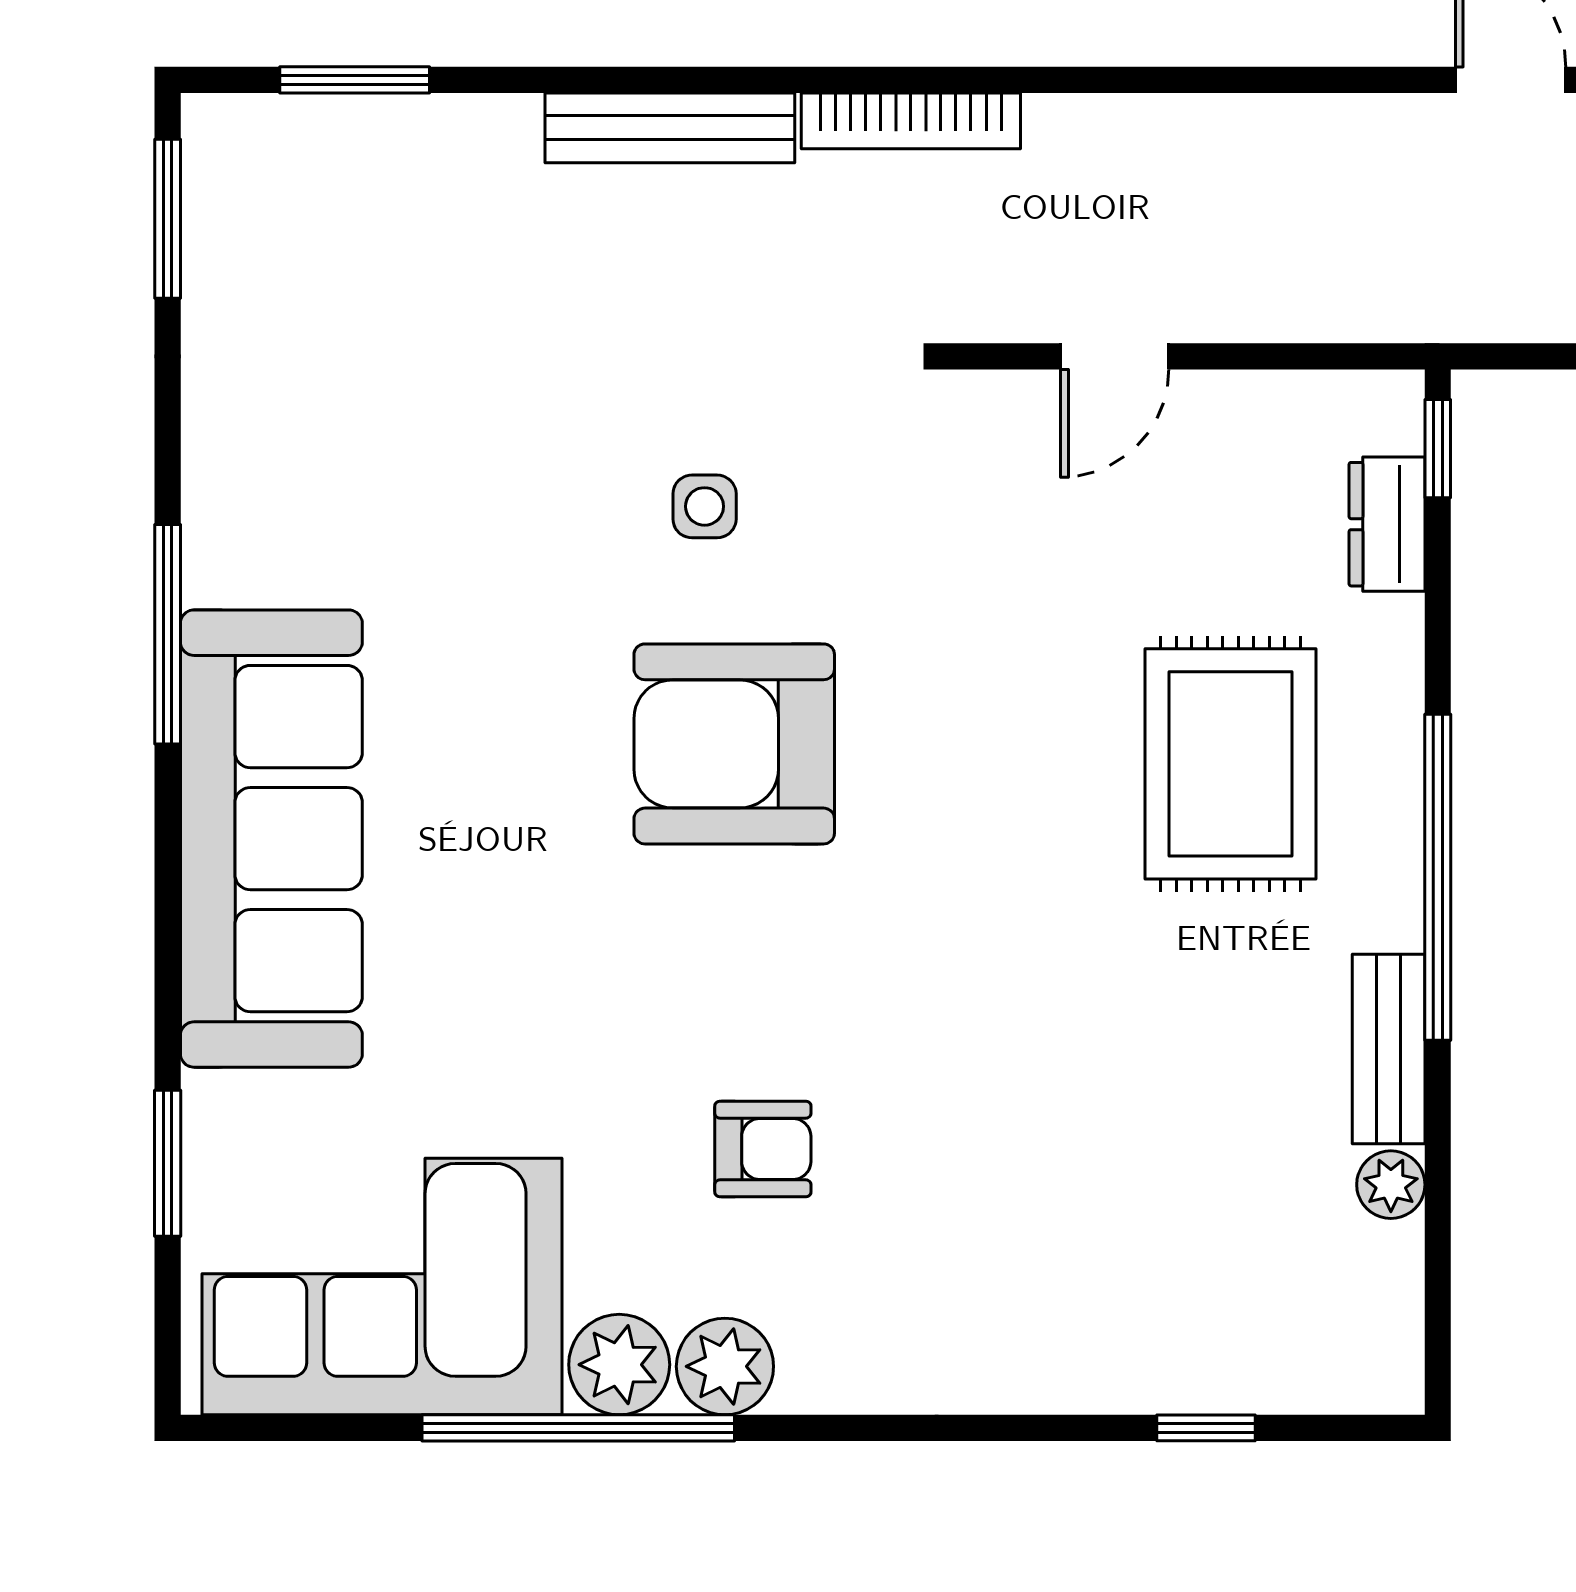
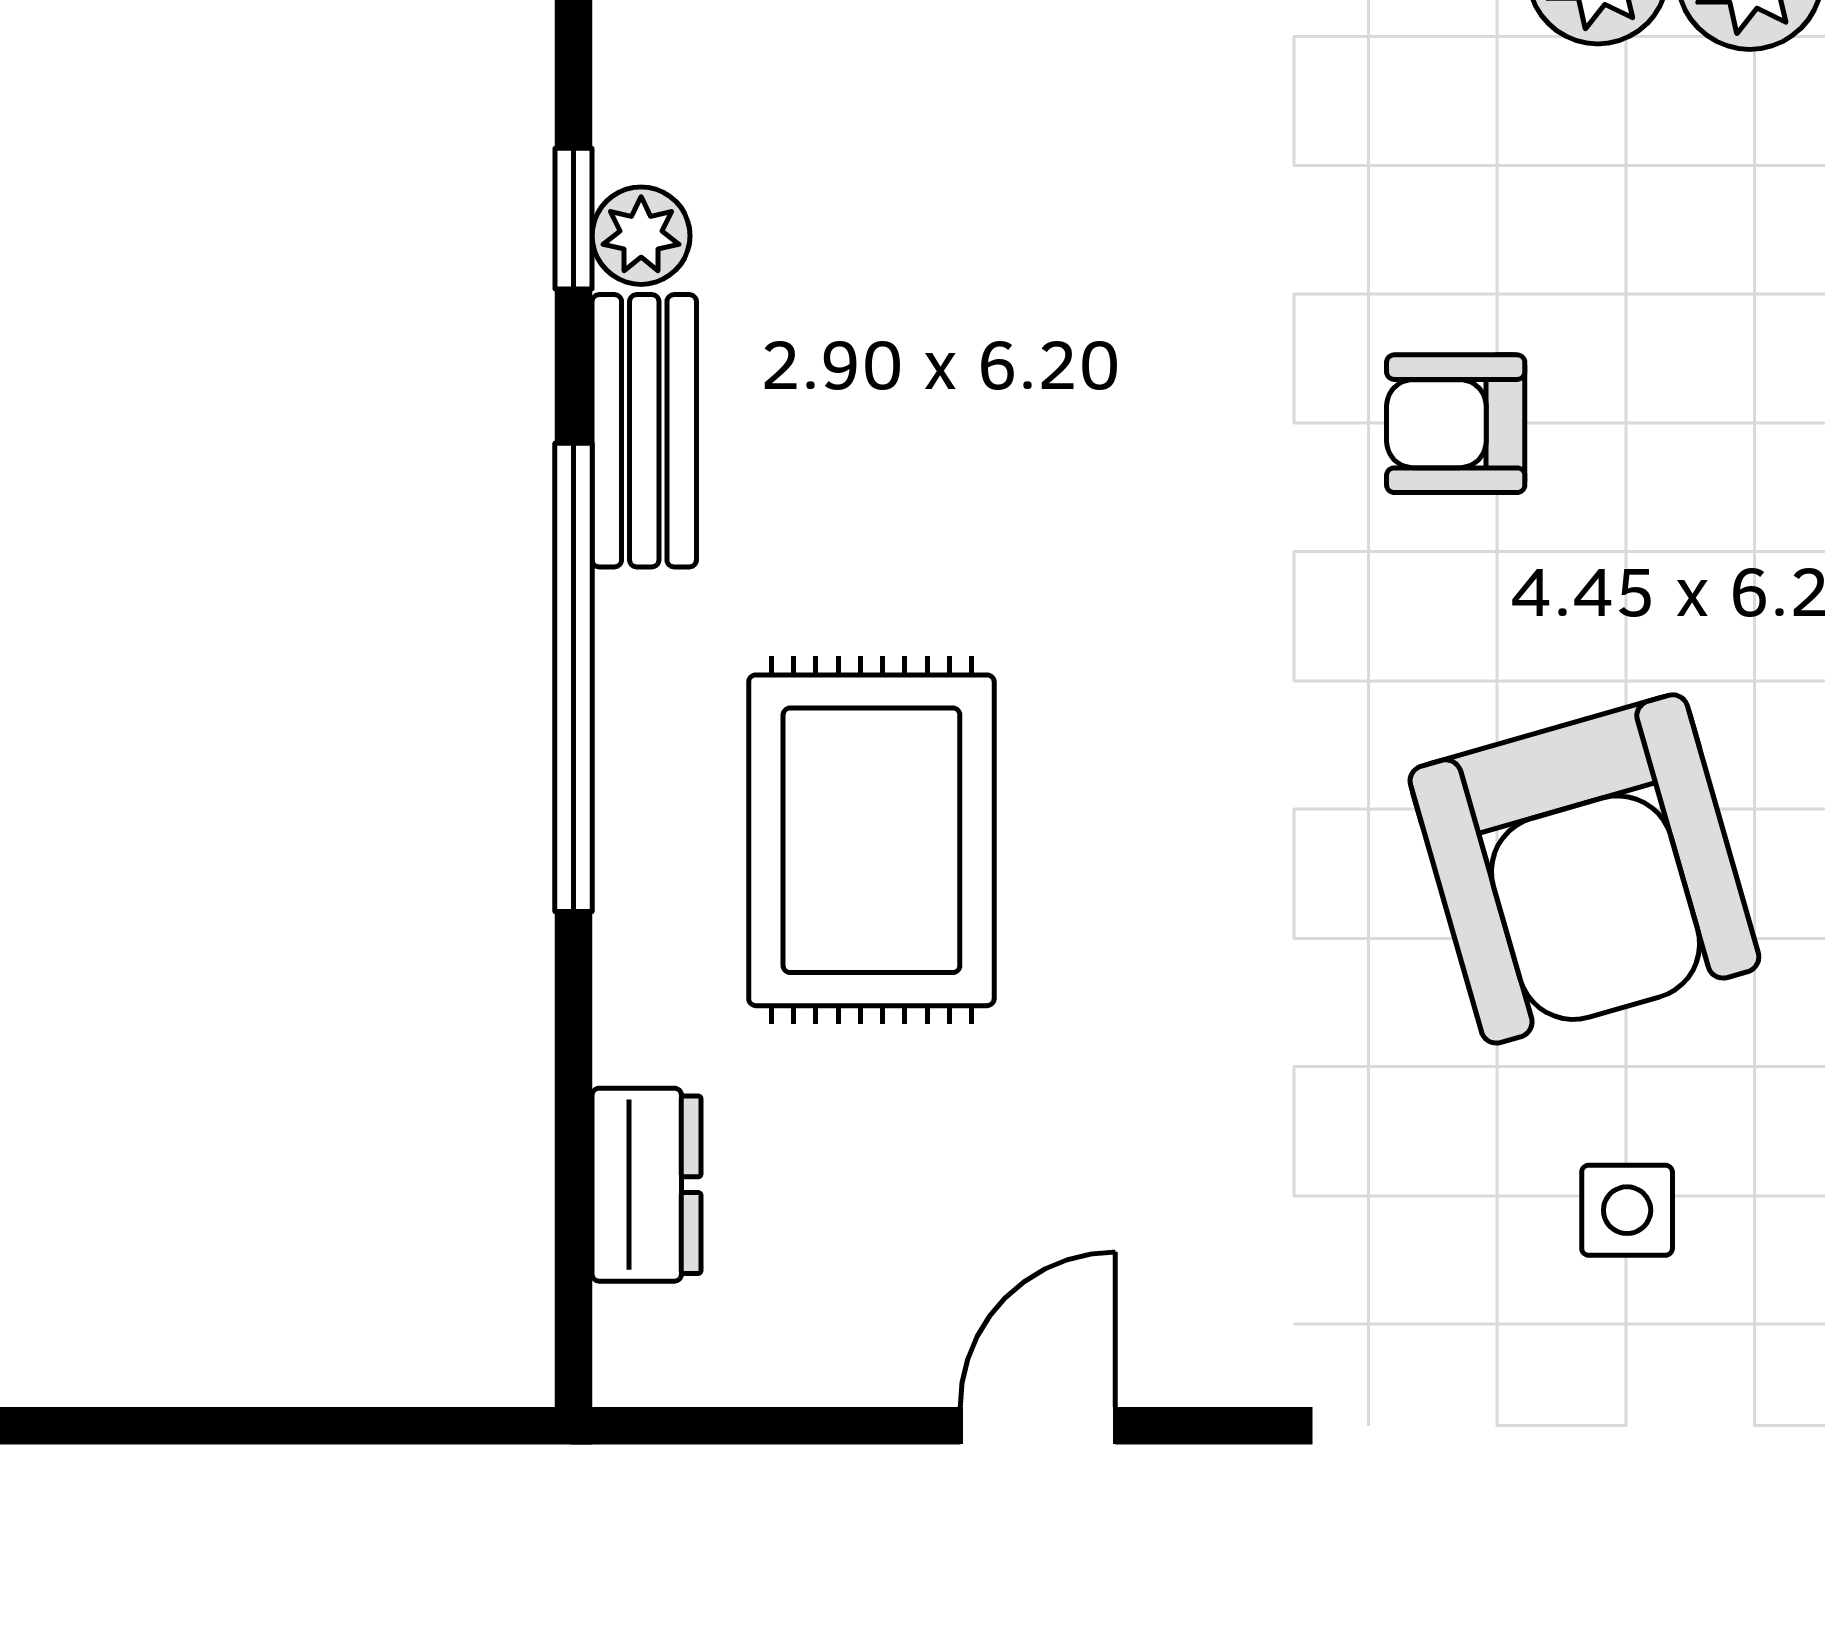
window: (1438, 449) -> (574, 219), moved
armchair: (734, 744) -> (1584, 869), turned 74
armchair: (763, 1149) -> (1456, 424), moved

